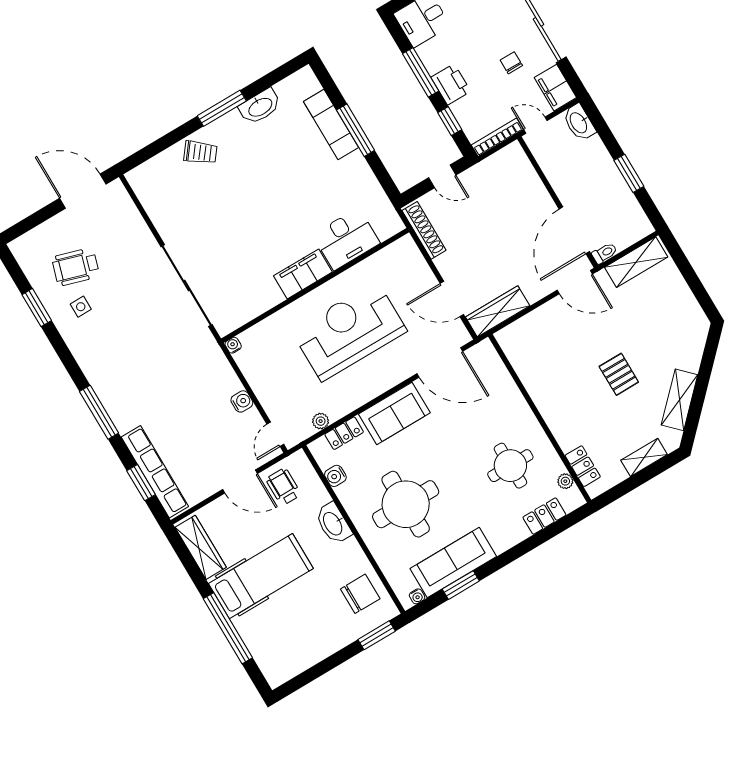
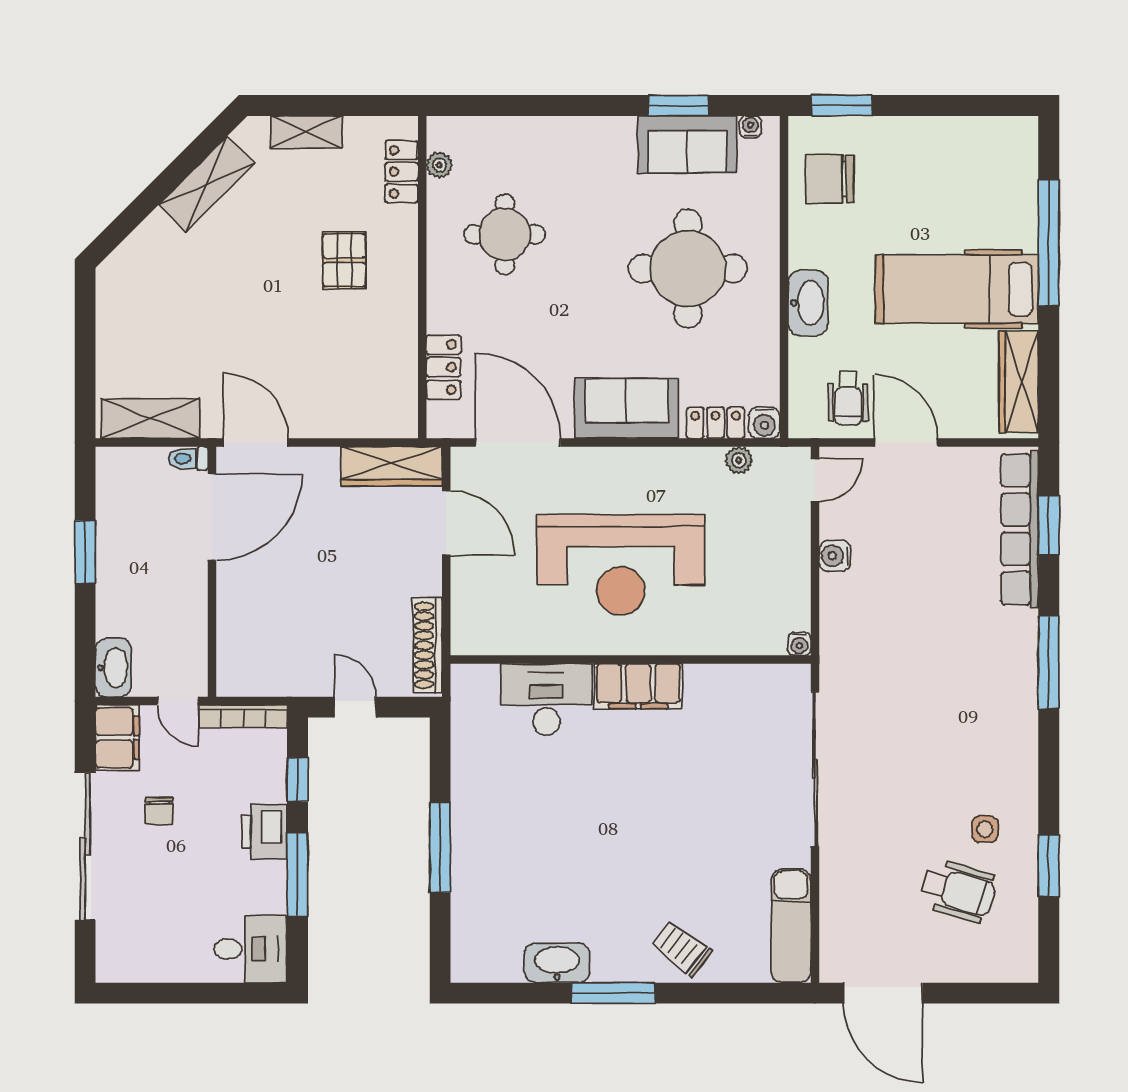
exam couch: (331, 124) -> (791, 926), moved, turned 180
pallet: (619, 374) -> (344, 260), moved
water cooler: (335, 476) -> (764, 423), moved, turned 90
locker: (544, 516) -> (443, 367), moved, turned -90
sofa: (453, 562) -> (687, 144), width x0.73

